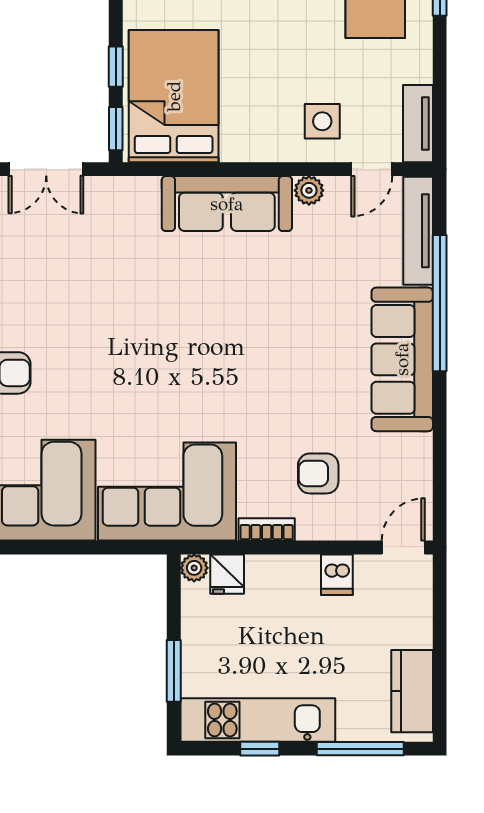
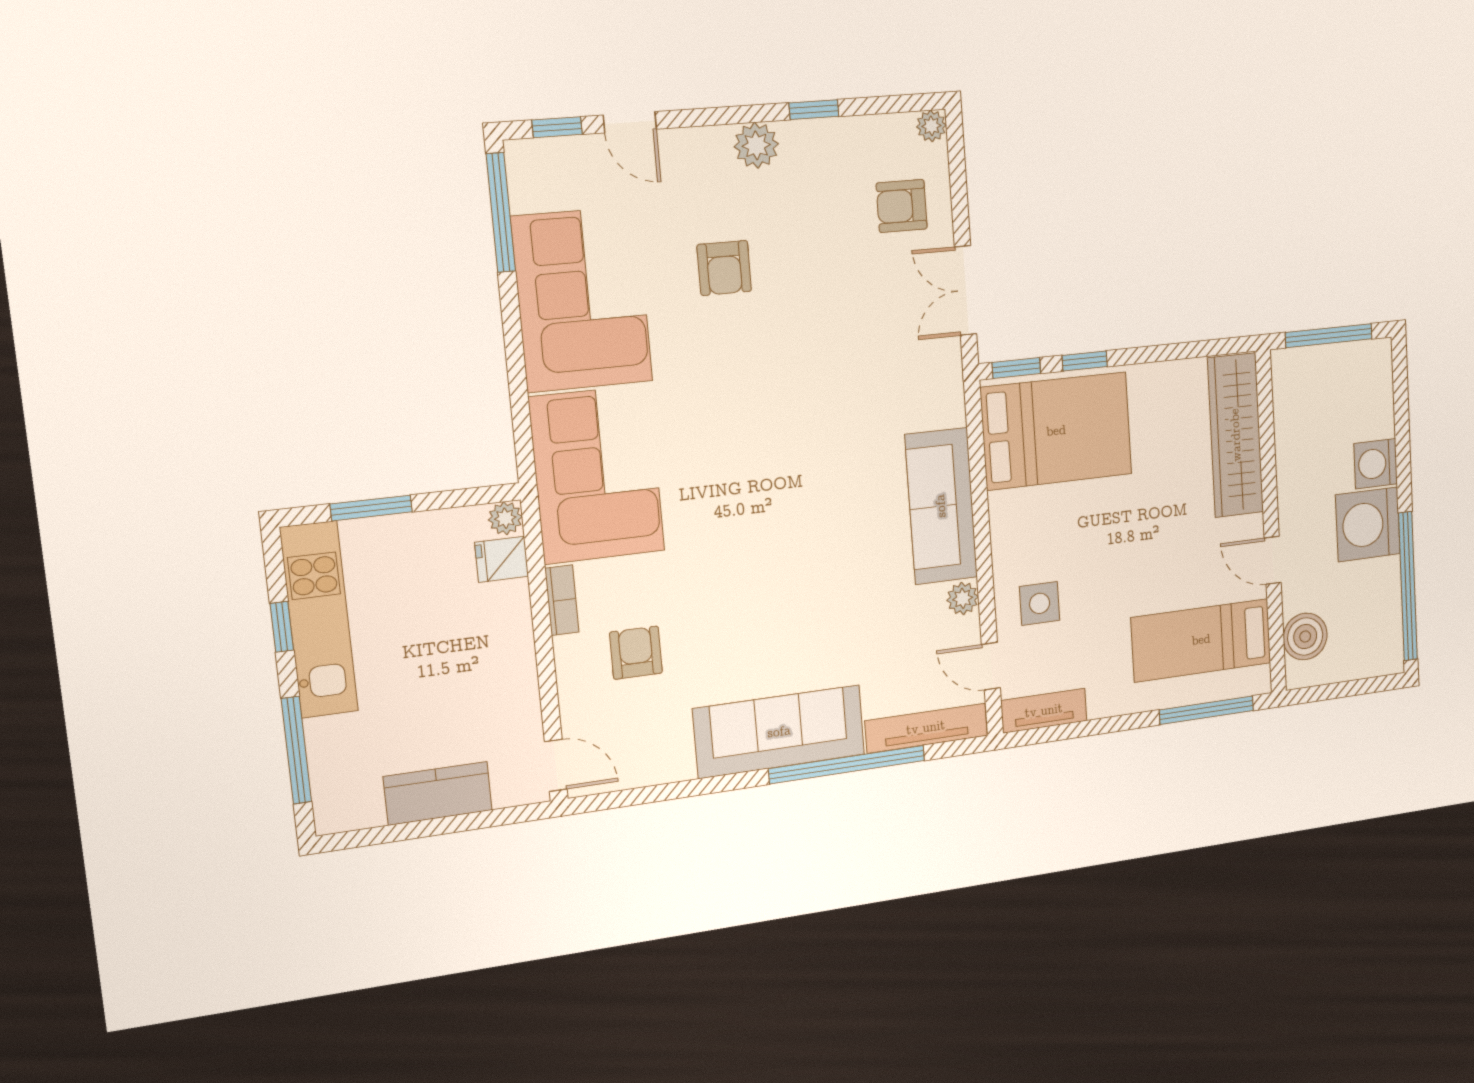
dishwasher: (337, 575) -> (514, 692), removed
kitchen counter: (412, 691) -> (438, 793), moved

